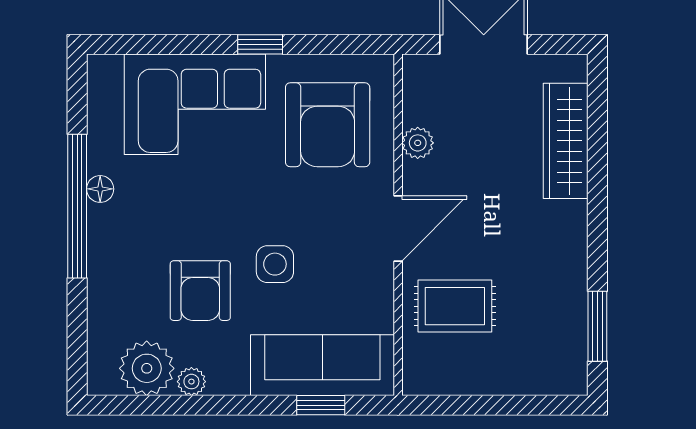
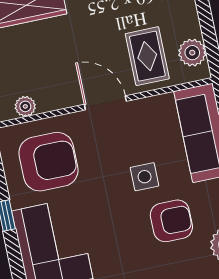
plant: (418, 143) -> (25, 106), moved
plant: (446, 375) -> (192, 53), added

